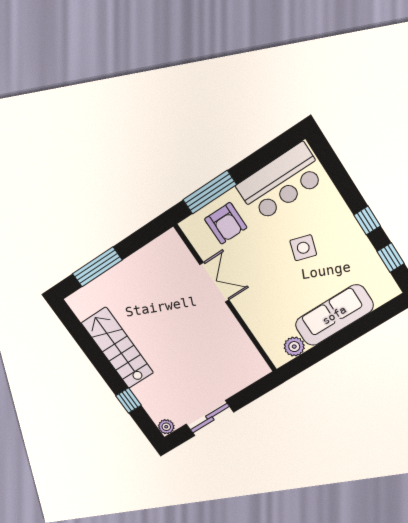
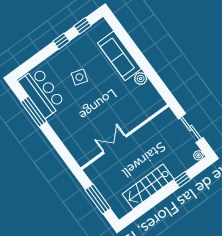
window: (210, 192) -> (34, 112), moved
armchair: (226, 223) -> (67, 123), removed
double door: (214, 282) -> (115, 144), moved
wall: (226, 299) -> (125, 137), moved

